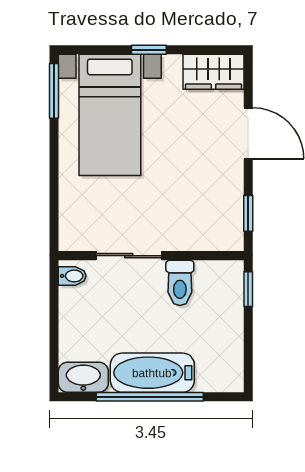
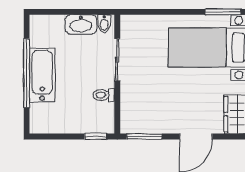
window: (248, 213) -> (144, 136), width x1.50
toilet: (180, 283) -> (104, 95), width x0.73, depth x0.72
washbasin: (83, 377) -> (81, 24), moved, turned 90

